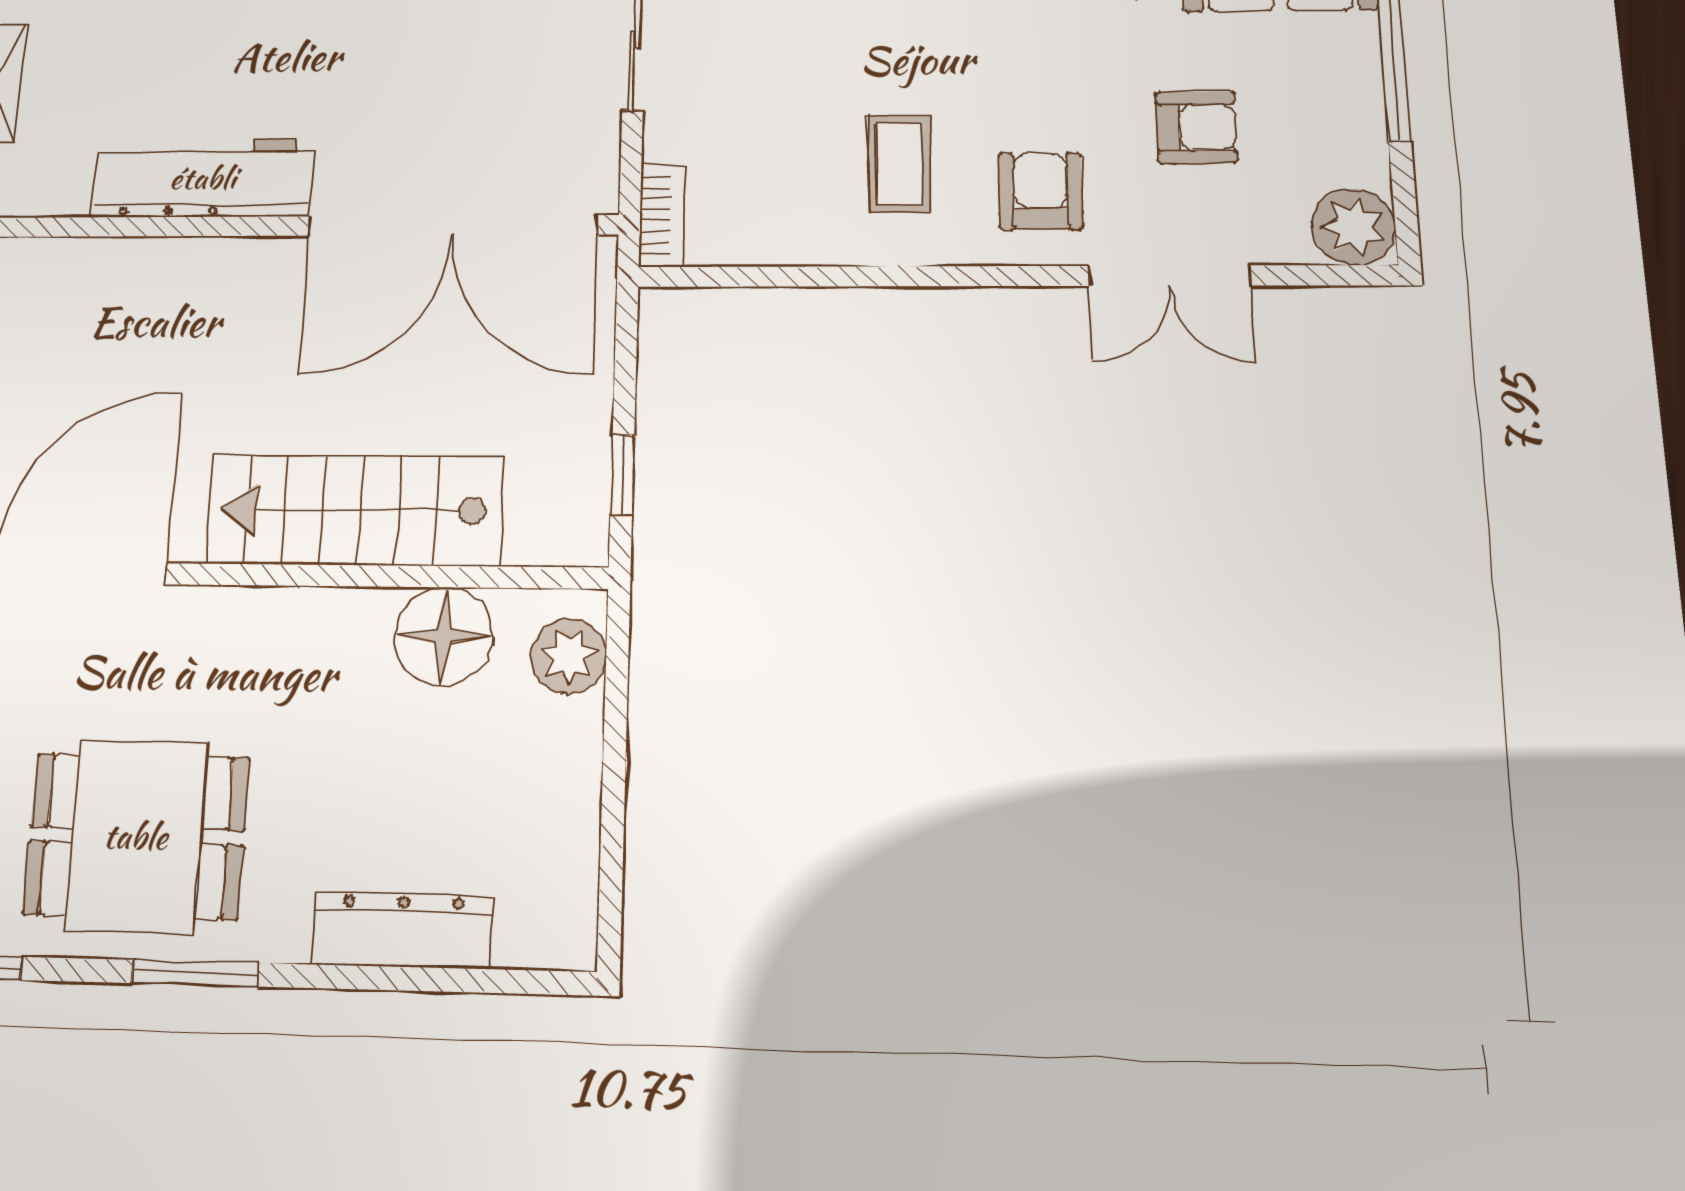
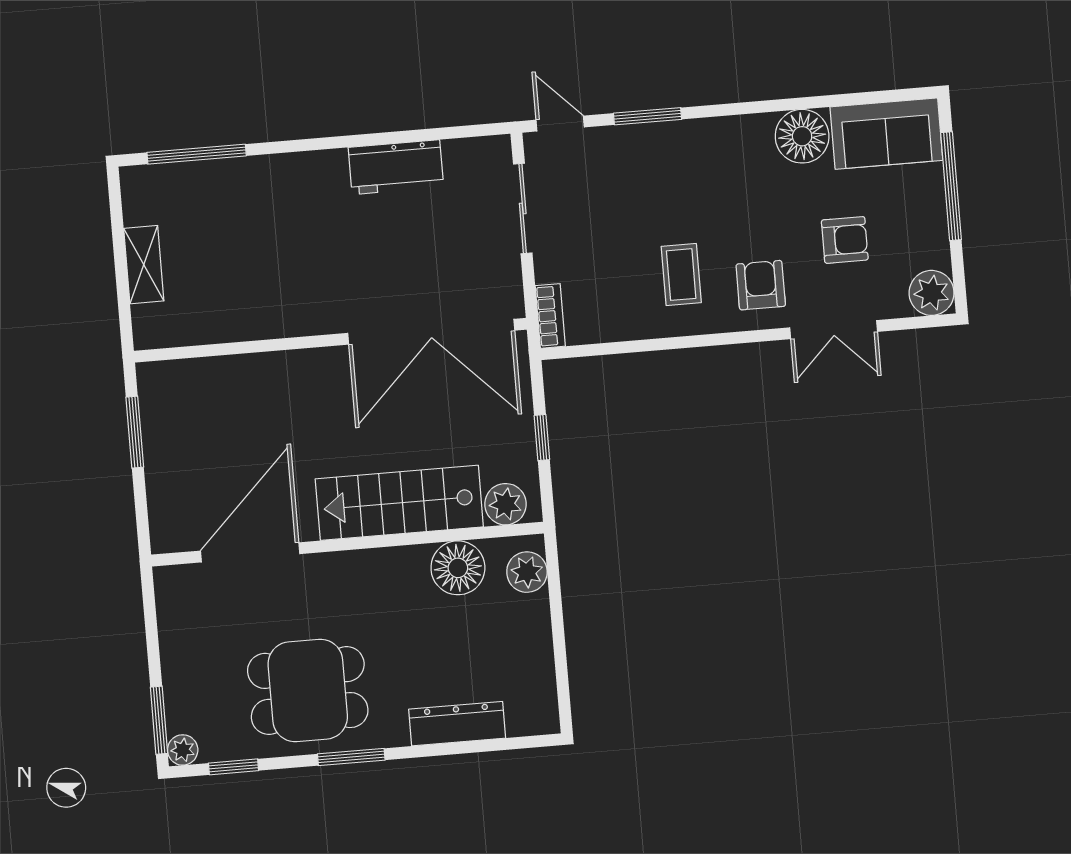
workbench: (203, 178) -> (281, 314), removed
window: (622, 475) -> (542, 438), moved
plant: (544, 530) -> (505, 504), added

